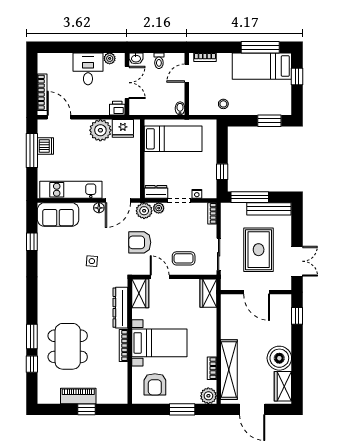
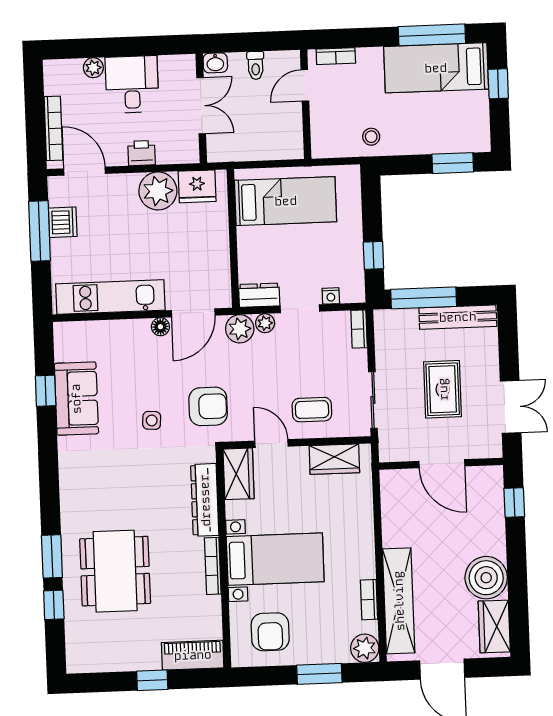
plant: (110, 58) -> (93, 68), moved
printer: (117, 108) -> (142, 153), moved
bidet: (180, 108) -> (296, 147), removed
sofa: (58, 215) -> (76, 399), moved, turned -90
armchair: (140, 242) -> (208, 406), moved, turned 180
rug: (259, 250) -> (443, 389), width x0.73, depth x0.70
wardrobe: (208, 293) -> (334, 459), moved, turned -90
piano: (78, 396) -> (193, 655), moved

